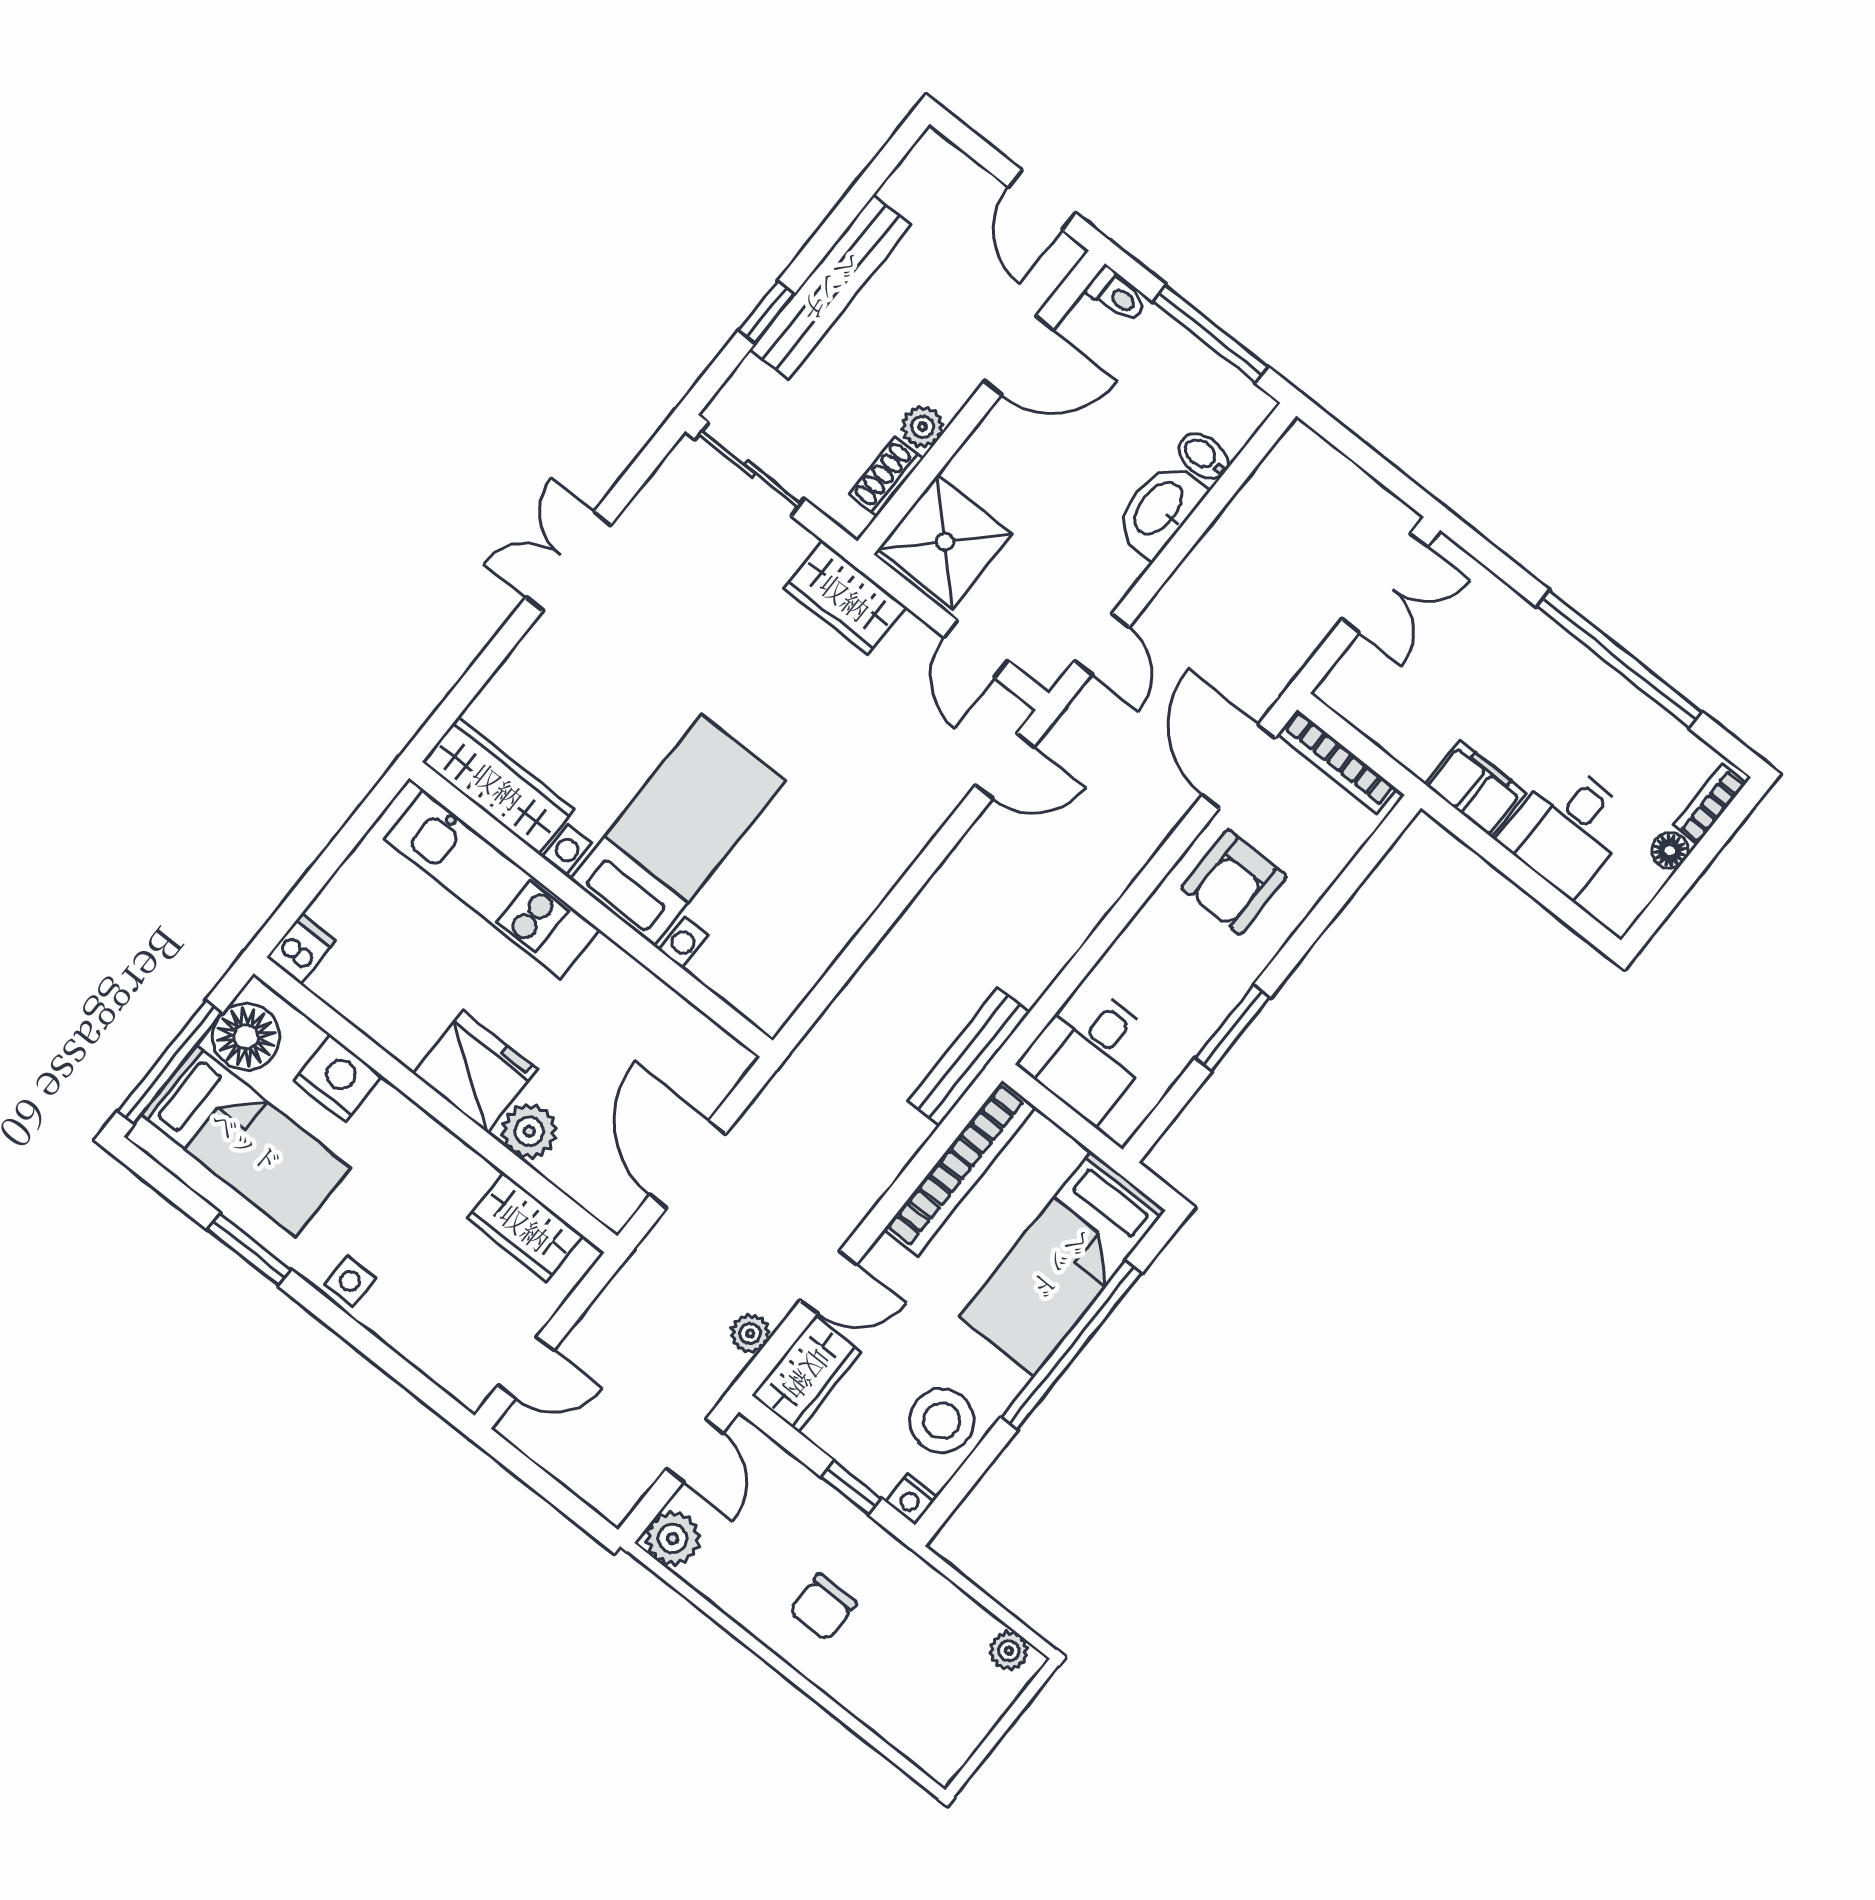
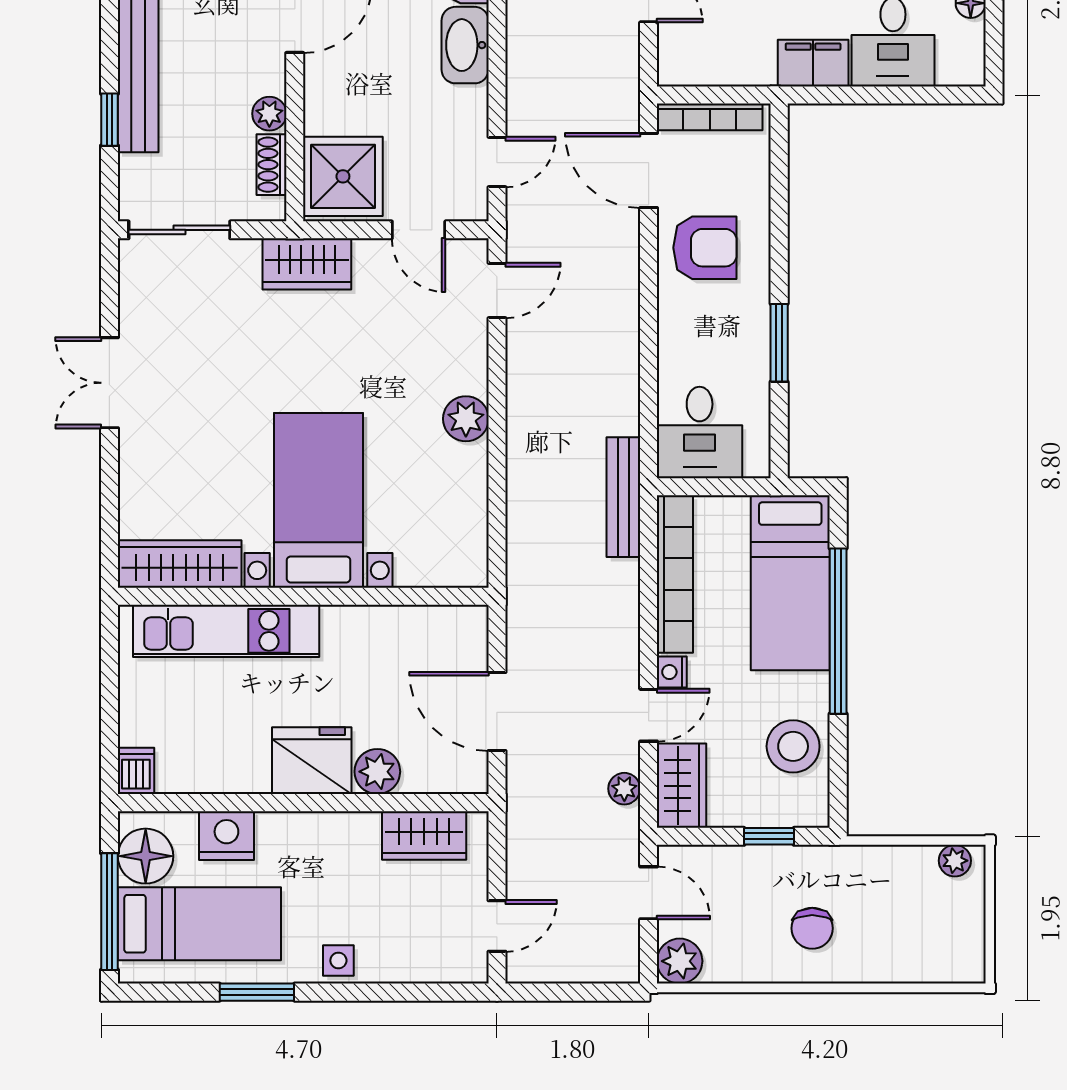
door: (1102, 644) -> (497, 162), hinge flipped
plant: (879, 864) -> (466, 419), added
armchair: (1234, 882) -> (705, 248), turned -90
nightstand: (911, 1500) -> (672, 672), moved, turned 90

